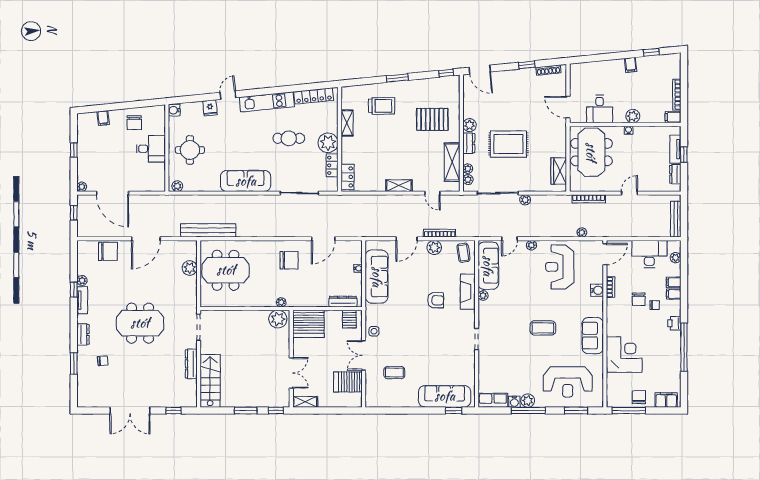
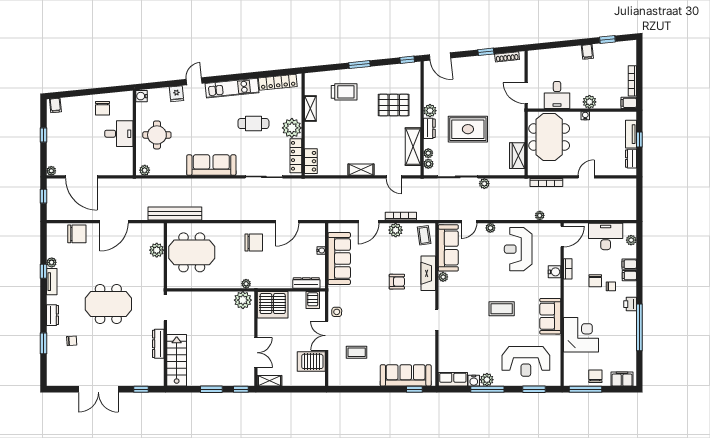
filing cabinet: (103, 118) -> (55, 105), moved
locker: (332, 165) -> (296, 156), width x1.53
bench: (676, 219) -> (631, 202), removed

